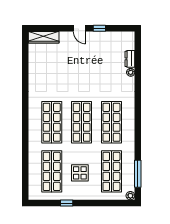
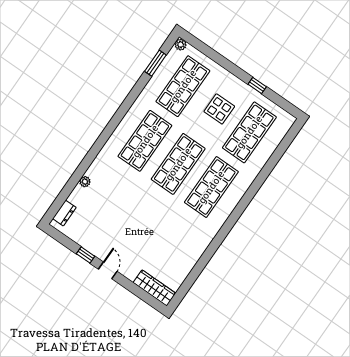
dresser: (130, 59) -> (64, 213), moved
window: (138, 174) -> (155, 63), width x0.69

